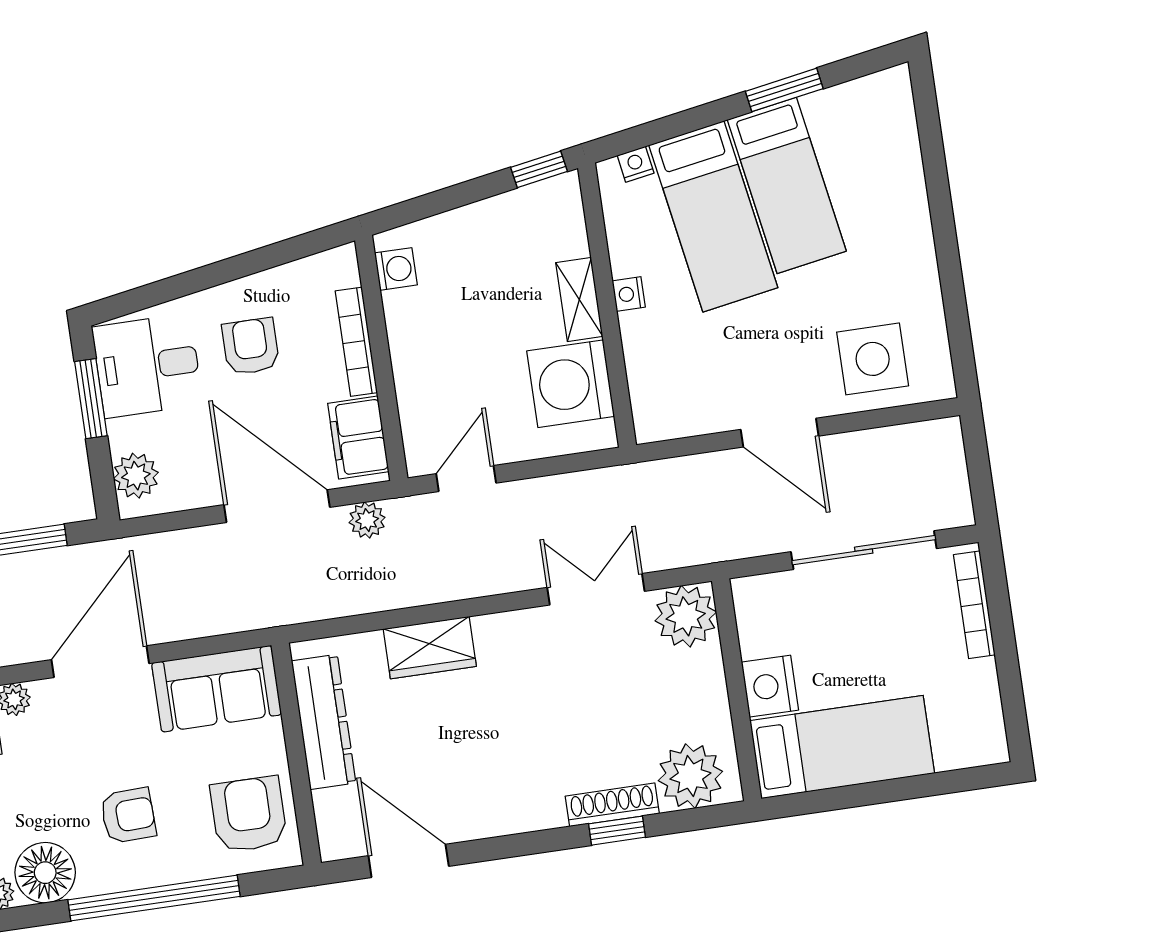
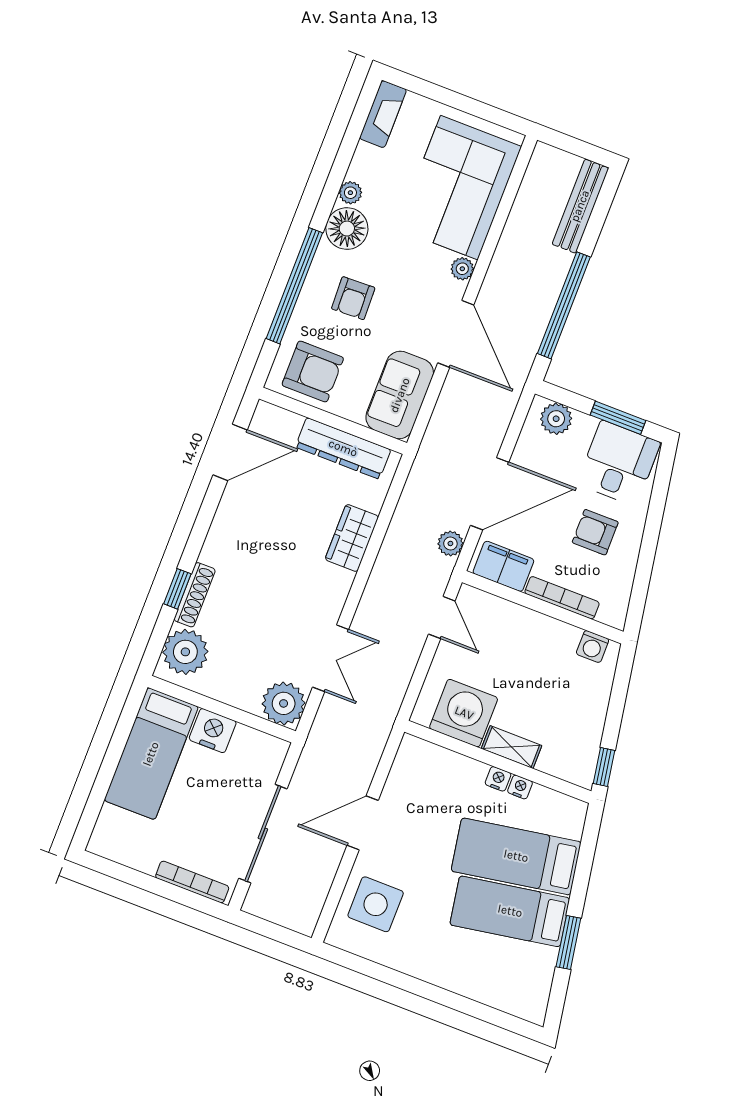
nightstand: (636, 164) -> (520, 787), moved, turned -80
armchair: (251, 346) -> (595, 532), turned 180

